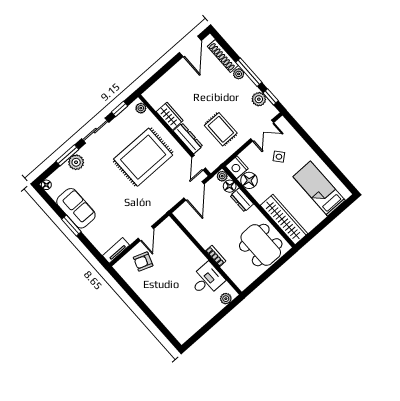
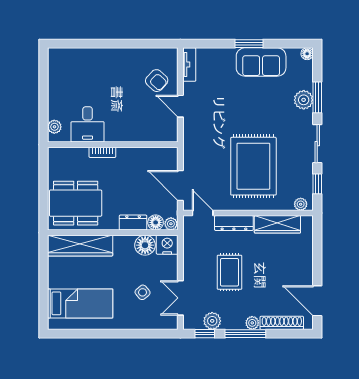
wardrobe: (170, 116) -> (277, 224), width x1.50
rug: (221, 129) -> (229, 272), moved, turned 90
armchair: (143, 262) -> (157, 81), turned 113

